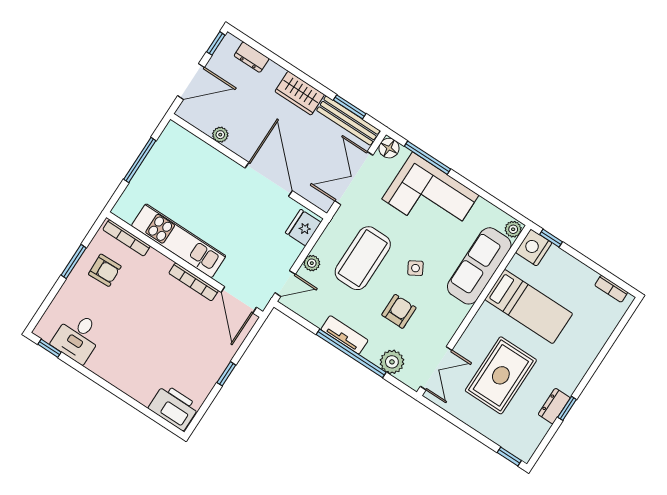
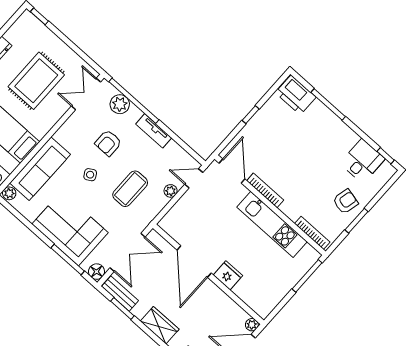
bench: (348, 120) -> (120, 294), width x0.73
plant: (220, 135) -> (252, 325), moved
window: (140, 160) -> (307, 276), moved
fridge: (303, 228) -> (228, 275), moved, turned -90
coffee table: (363, 258) -> (130, 189), width x0.73, depth x0.76
armchair: (105, 270) -> (345, 201), moved, turned 106
window: (351, 353) -> (134, 101), moved
window: (131, 402) -> (328, 104), added

